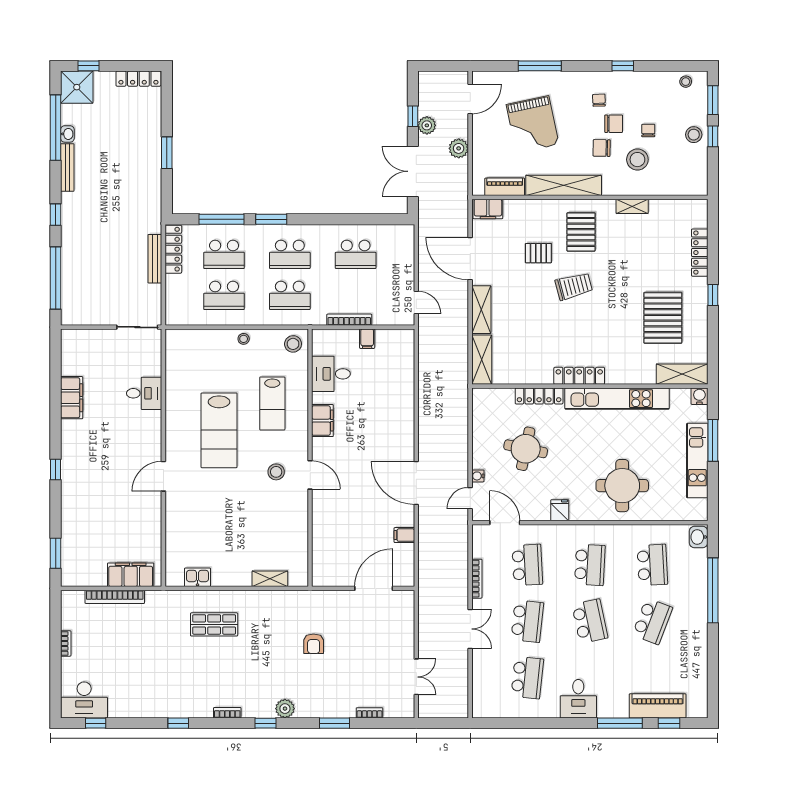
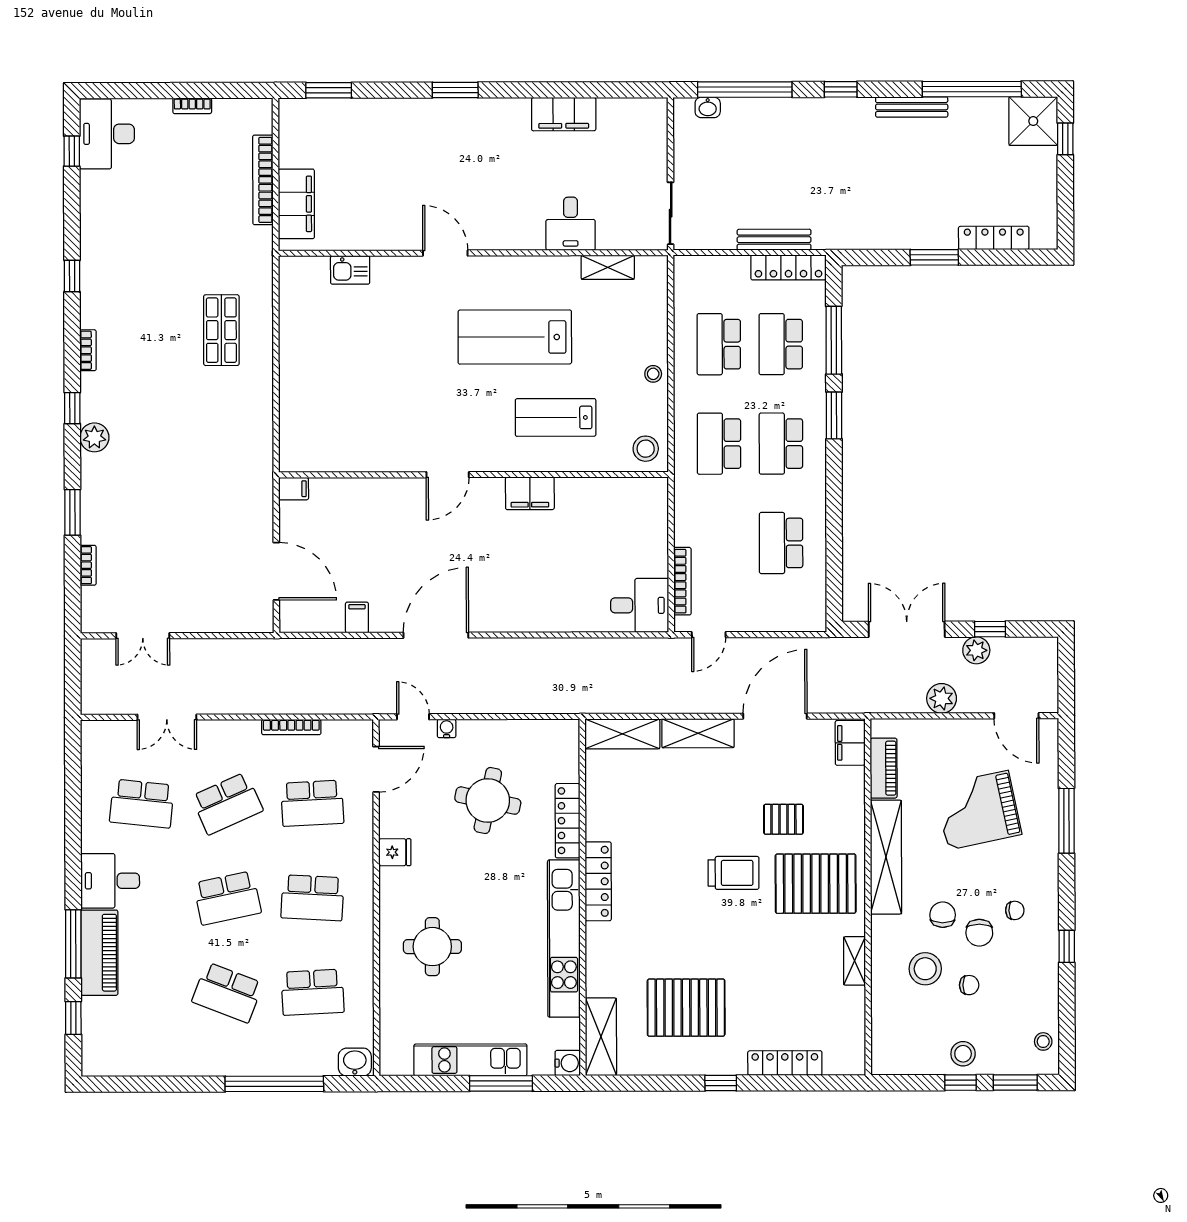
locker: (138, 79) -> (994, 238), moved, turned 90
washbasin: (67, 134) -> (708, 107), moved
pallet: (581, 232) -> (816, 884), width x1.37, depth x1.41
pallet: (538, 253) -> (783, 819), turned 90
trolley: (574, 286) -> (734, 873), turned -75
bookcase: (349, 320) -> (682, 581), moved
filing cabinet: (367, 339) -> (294, 489), moved, turned 180
desk: (331, 374) -> (640, 605), moved, turned 90
window: (56, 469) -> (455, 90), width x1.50
stool: (276, 472) -> (452, 423), removed
round table: (622, 486) -> (432, 947), width x0.73, depth x0.73
kitchen sink: (198, 577) -> (350, 270), moved, turned 90
shelving: (270, 579) -> (608, 267), moved, turned 90
school desk: (527, 621) -> (227, 803), turned -30
double door: (470, 629) -> (167, 717), moved
armchair: (314, 644) -> (192, 481), removed
piano: (658, 706) -> (99, 953), moved

